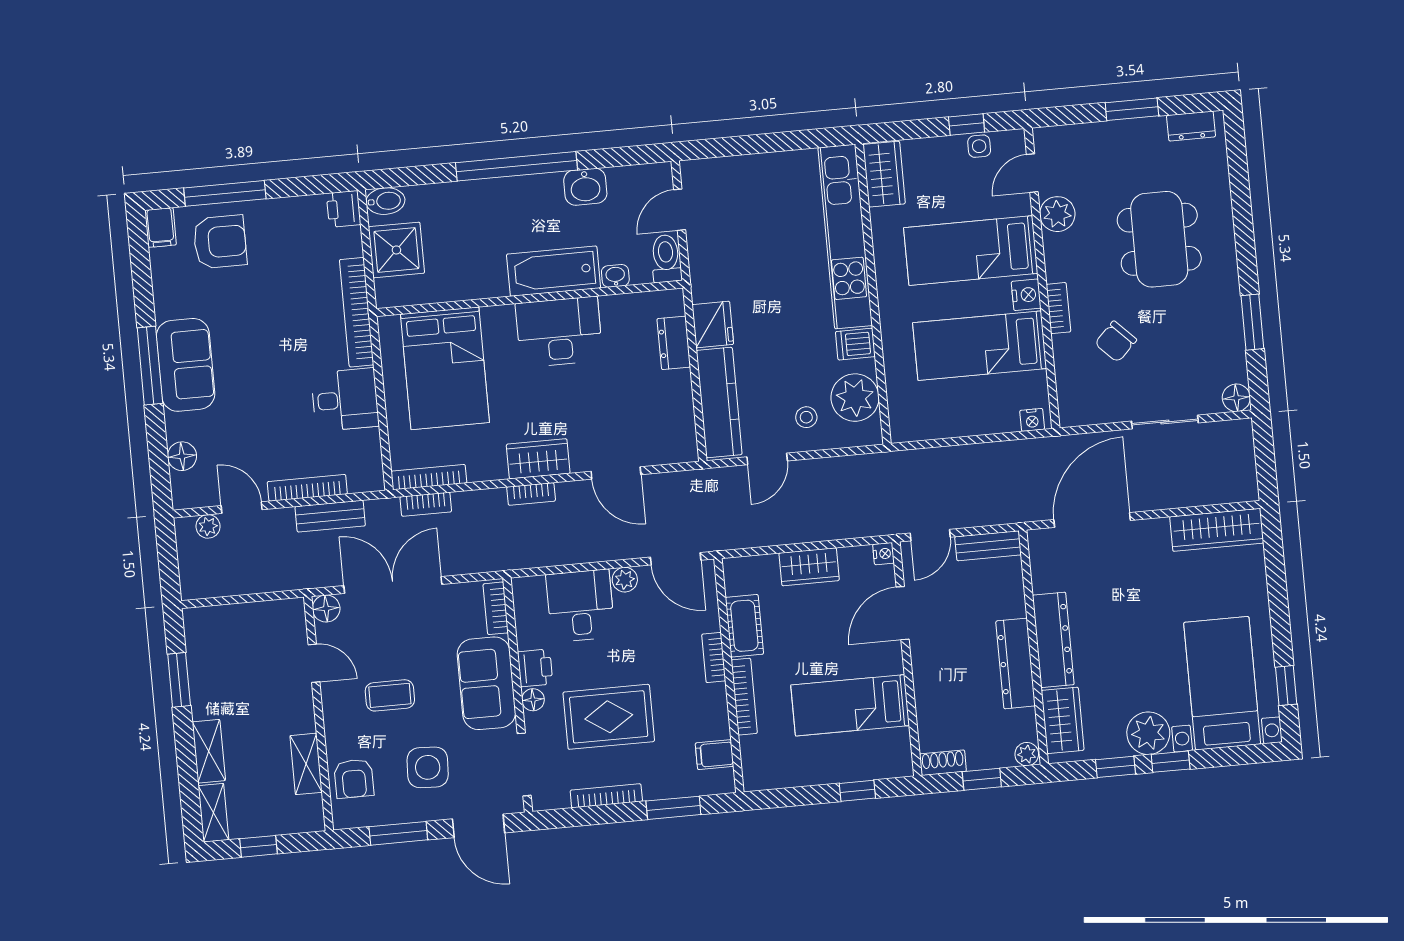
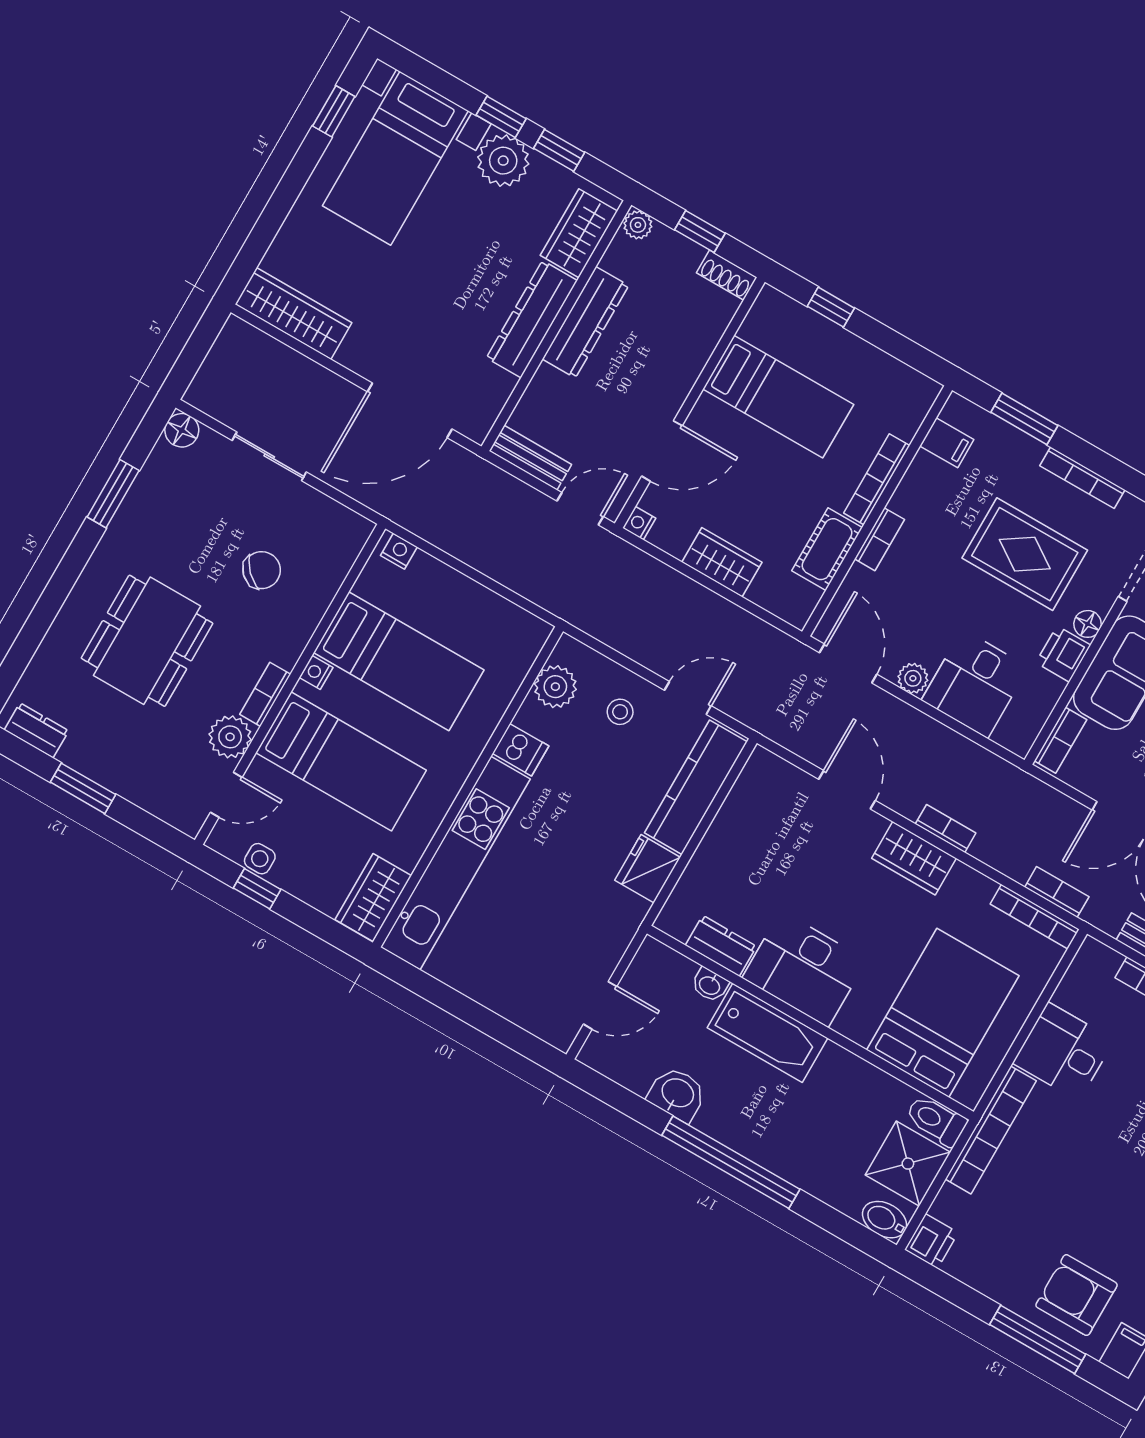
toilet: (666, 258) -> (936, 1120), moved, turned 90
nightstand: (1026, 295) -> (316, 672), width x0.72, depth x0.74
bookcase: (1058, 308) -> (265, 694), moved
dresser: (674, 343) -> (721, 946), moved, turned -90
plant: (855, 398) -> (555, 687), width x0.73, depth x0.73

